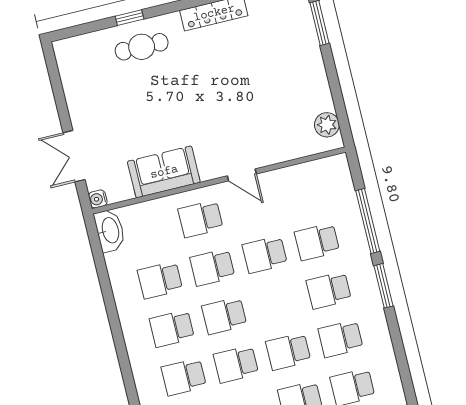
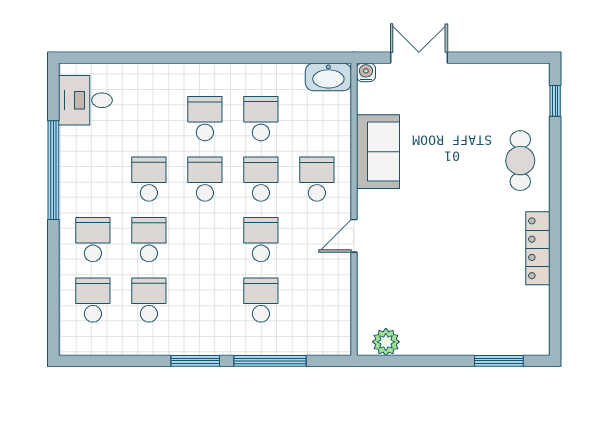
window: (130, 18) -> (555, 101), moved
school desk: (329, 290) -> (205, 300), removed
school desk: (184, 377) -> (149, 119), removed

